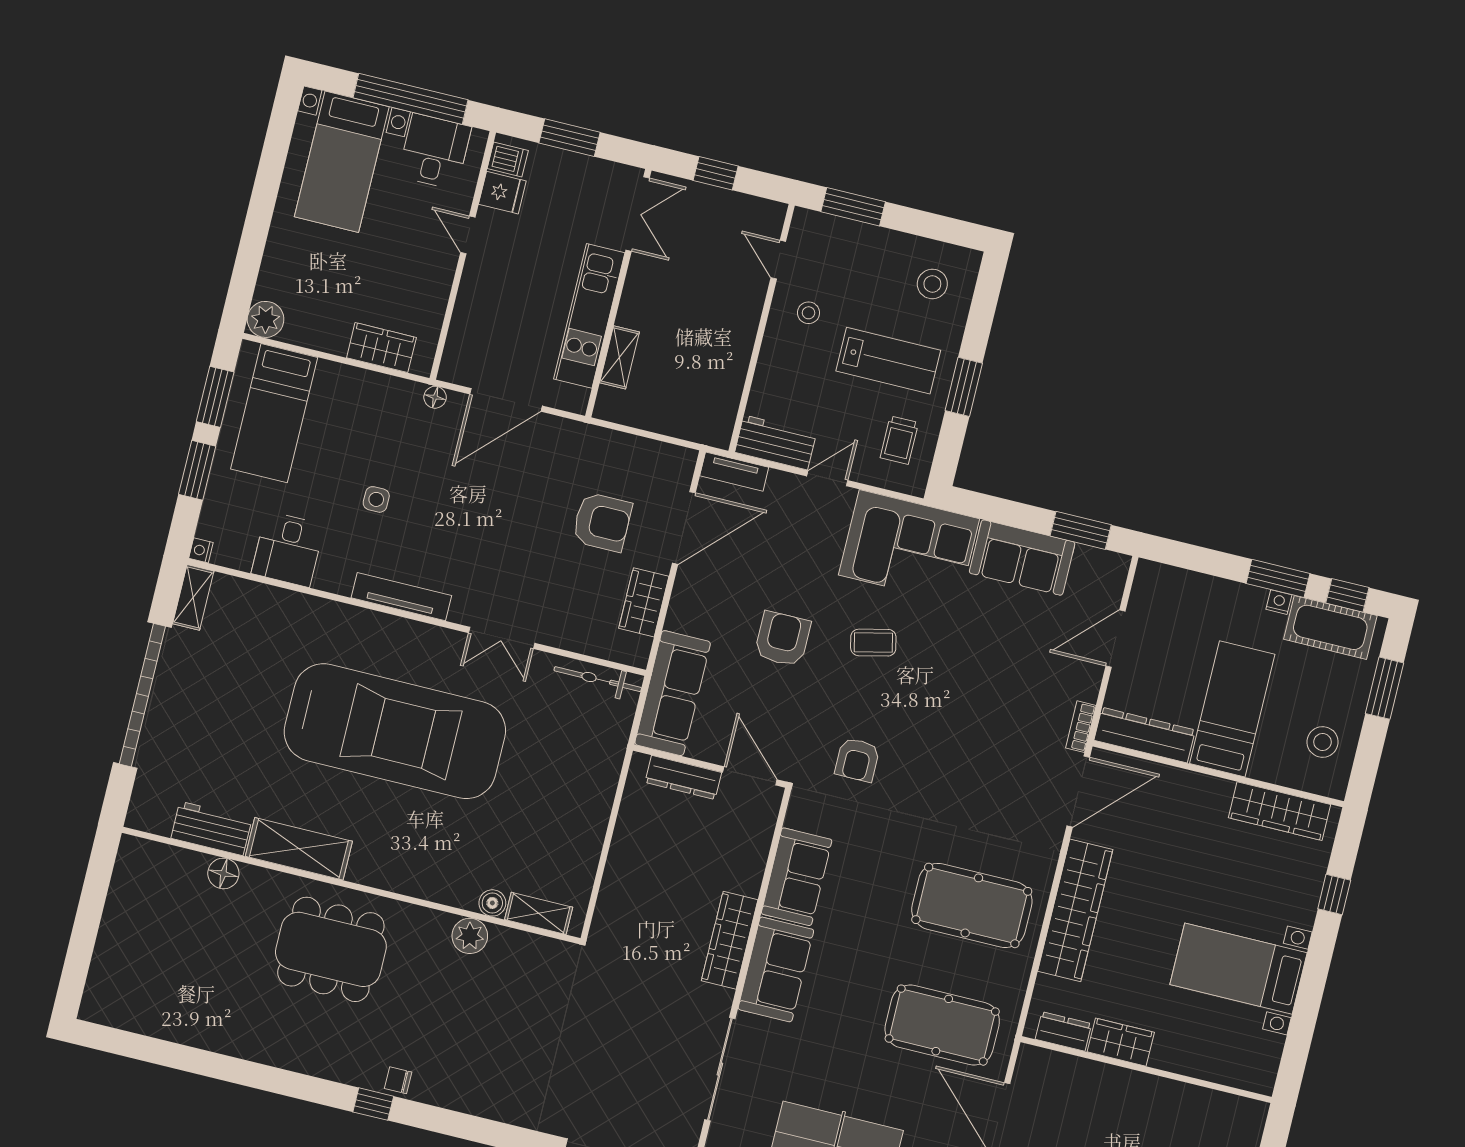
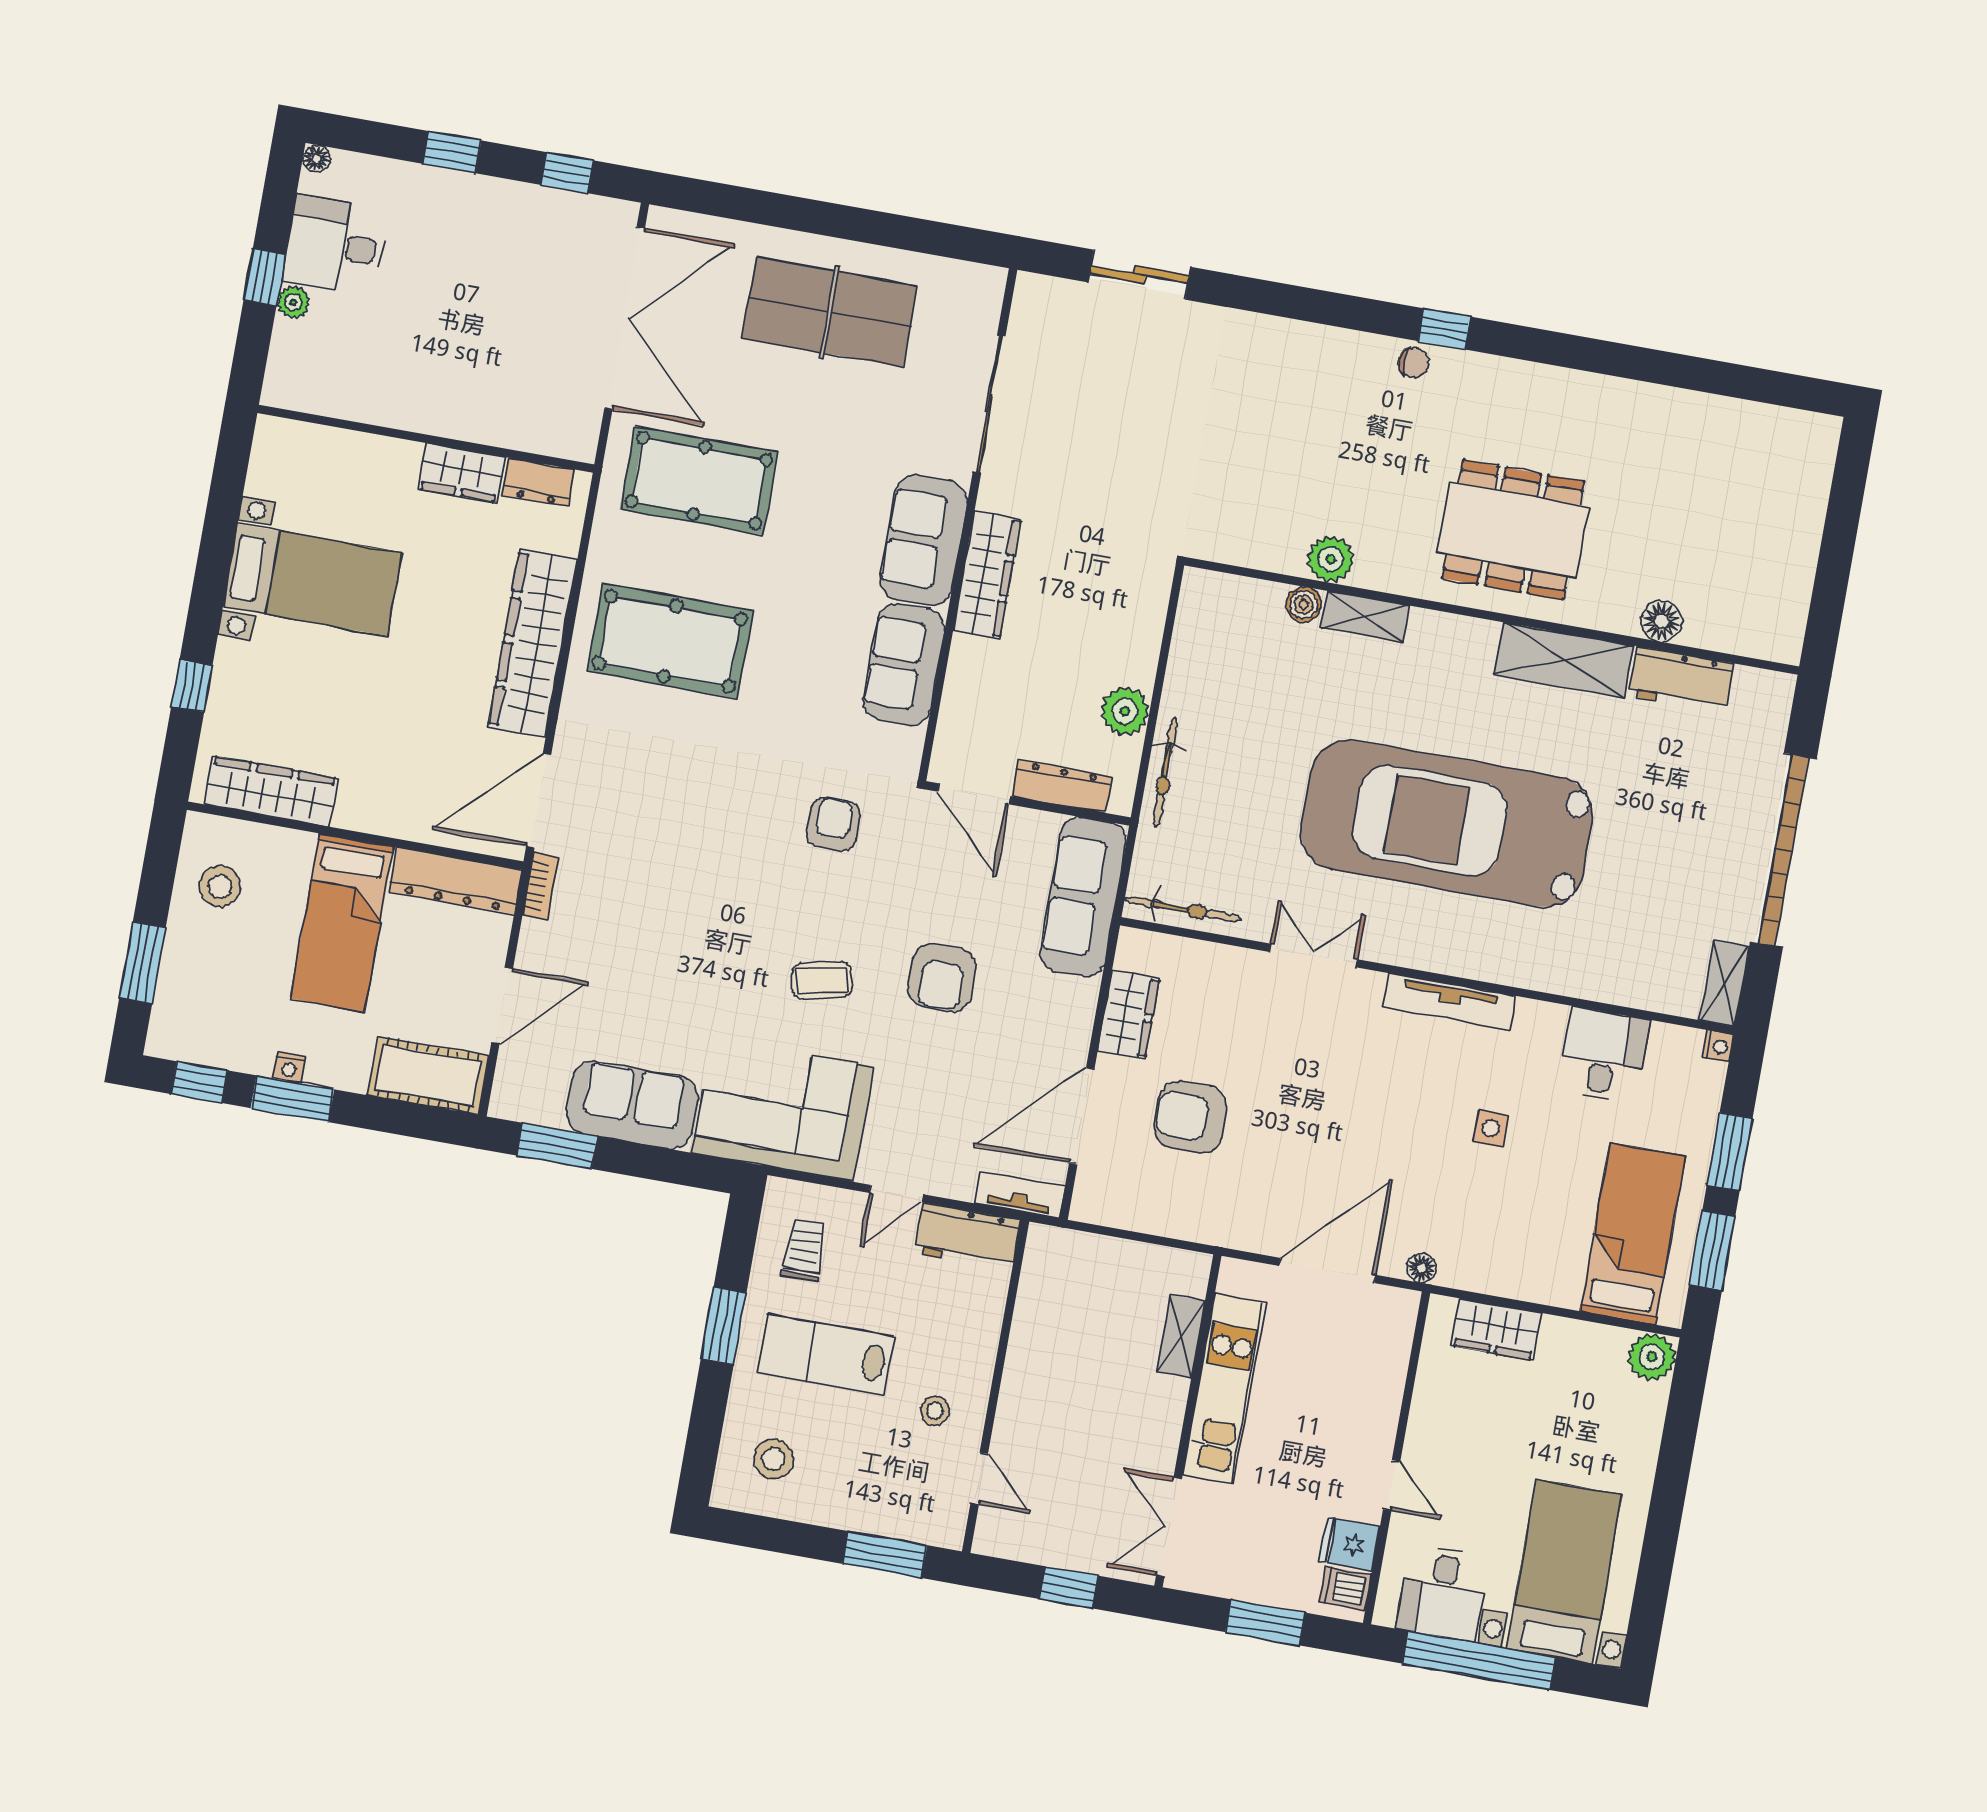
cot: (1330, 627) -> (428, 1076), moved
bicycle: (605, 783) -> (1165, 772), added
plant: (632, 831) -> (1125, 711), added
shelving: (539, 913) -> (1365, 617), moved

